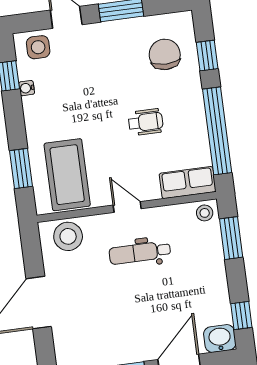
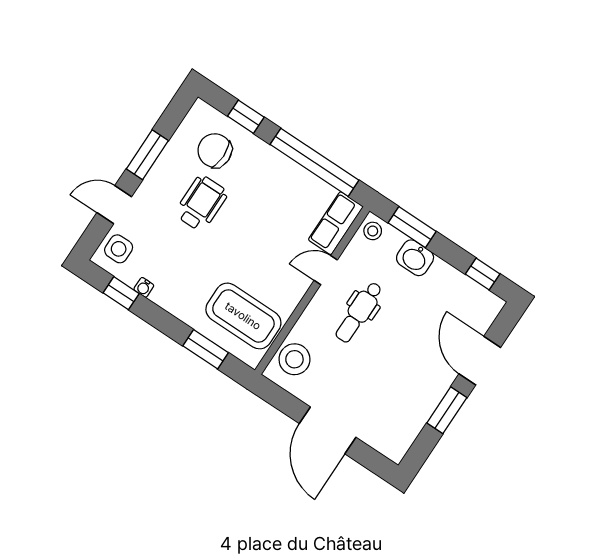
wheelchair: (146, 122) -> (201, 203), moved, width x1.36, depth x1.37
door: (127, 207) -> (326, 270), moved
washbasin: (220, 338) -> (415, 258), moved, turned -90

